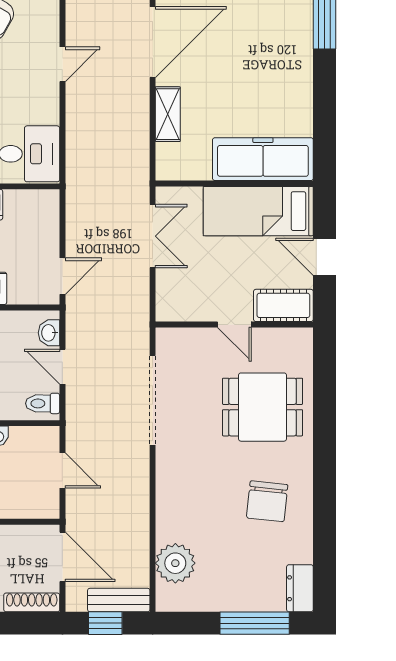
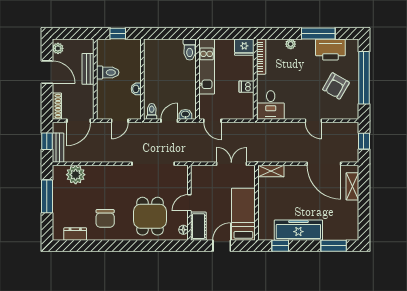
shelving: (168, 114) -> (271, 171), moved
window: (325, 134) -> (280, 246), added
freezer: (263, 159) -> (298, 230), moved, turned -90
double door: (153, 236) -> (231, 164), swing flipped
floor lamp: (291, 337) -> (183, 230), added
chair: (267, 501) -> (105, 218), turned -96
dresser: (300, 588) -> (75, 234), moved
window: (255, 623) -> (47, 196), moved

